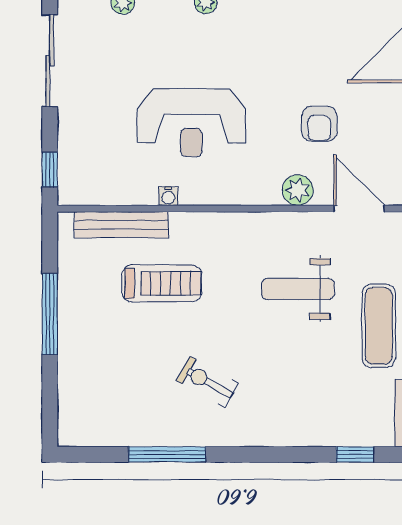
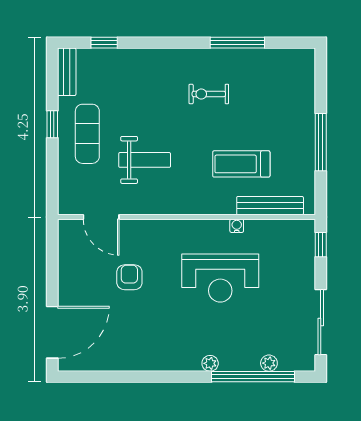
reception desk: (191, 123) -> (220, 278), turned 180
plant: (298, 190) -> (145, 230), removed
exercise bike: (208, 382) -> (209, 94), turned 151

